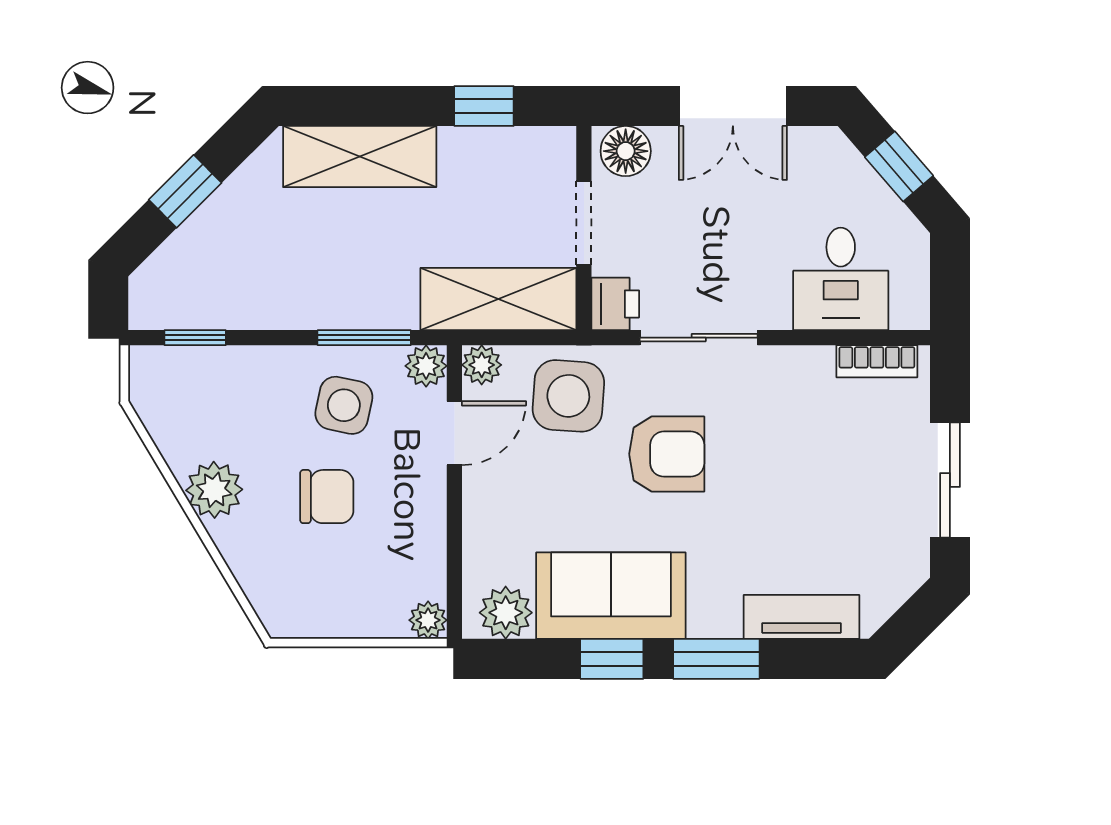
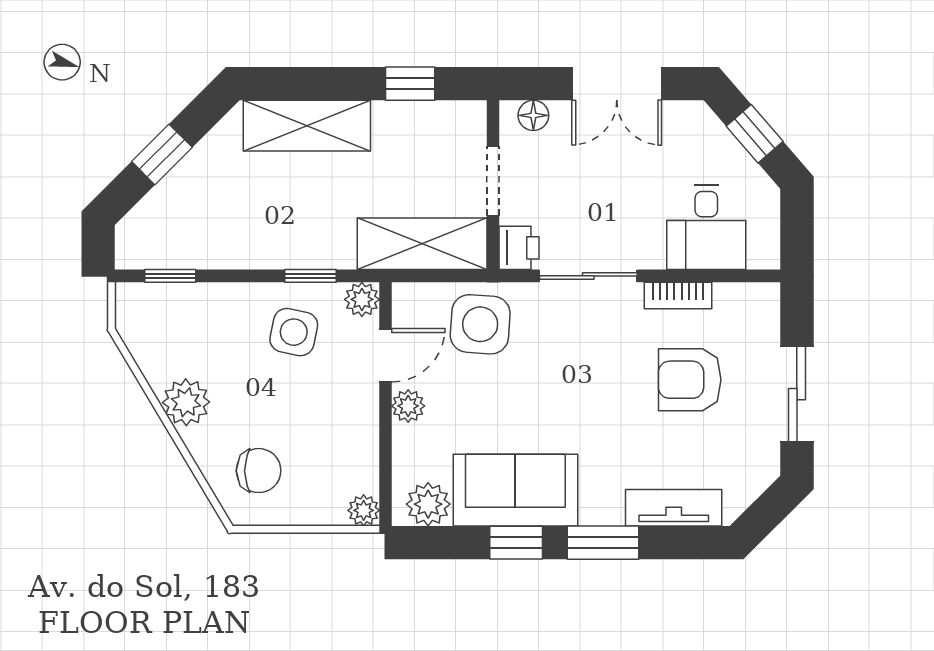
floor lamp: (626, 151) -> (533, 115), width x0.73, depth x0.73
window: (364, 338) -> (311, 276), width x0.67
bookcase: (877, 361) -> (678, 296), moved
plant: (482, 365) -> (408, 406), moved
armchair: (667, 454) -> (690, 380), moved, turned 180
chair: (327, 497) -> (259, 471), moved

